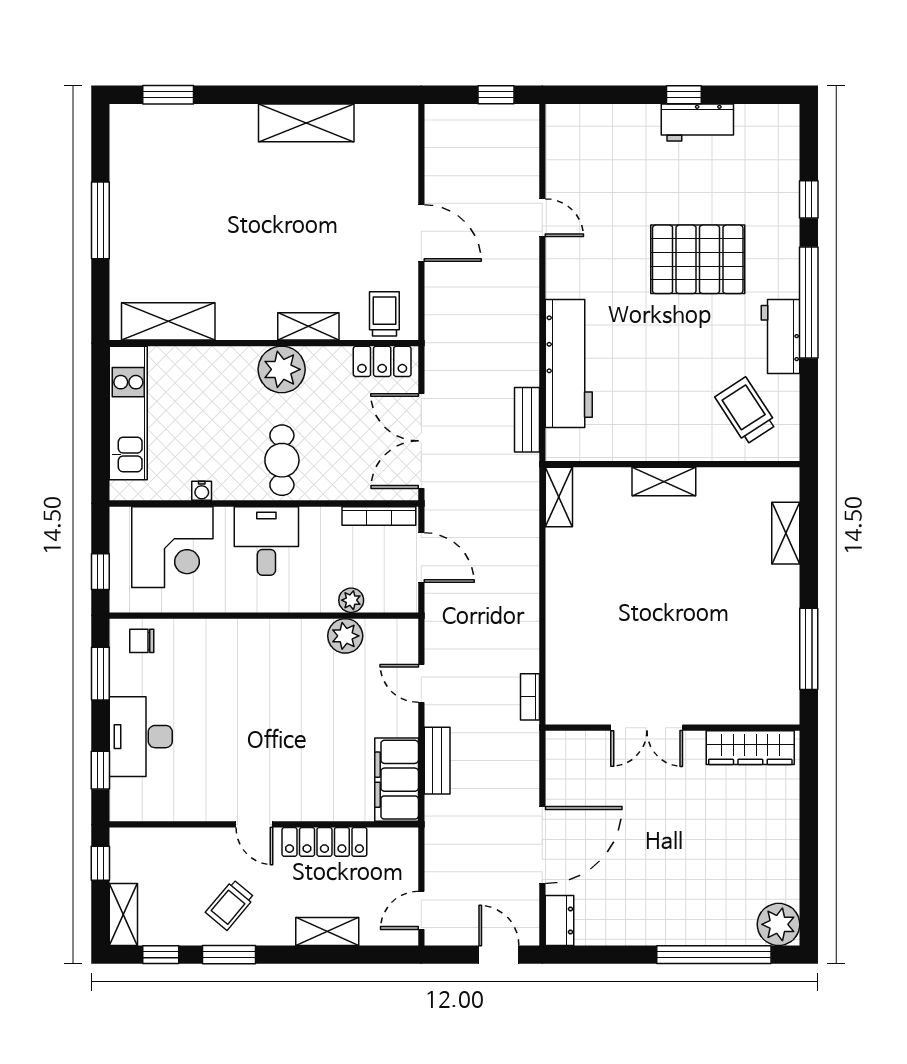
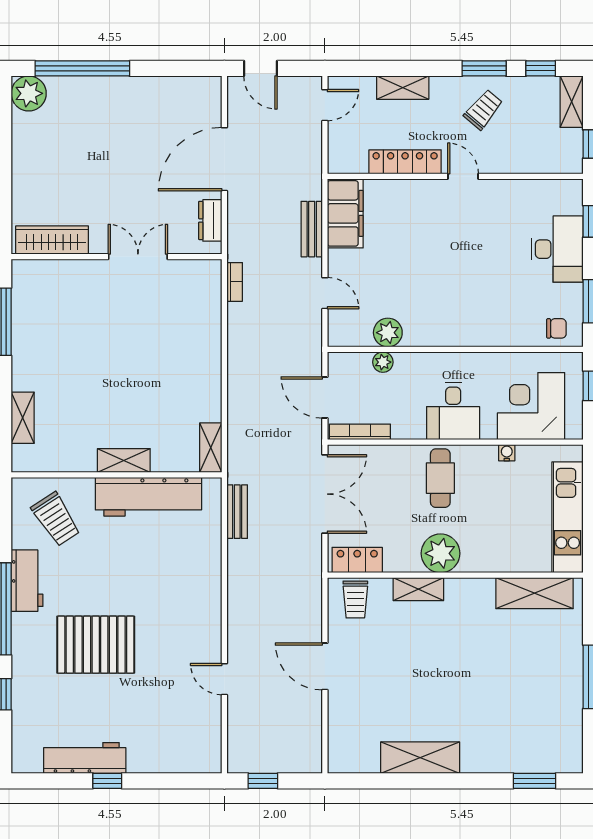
workbench: (697, 122) -> (85, 758), width x1.38
workbench: (569, 364) -> (148, 497), moved, turned -90
dresser: (560, 921) -> (210, 220), moved

